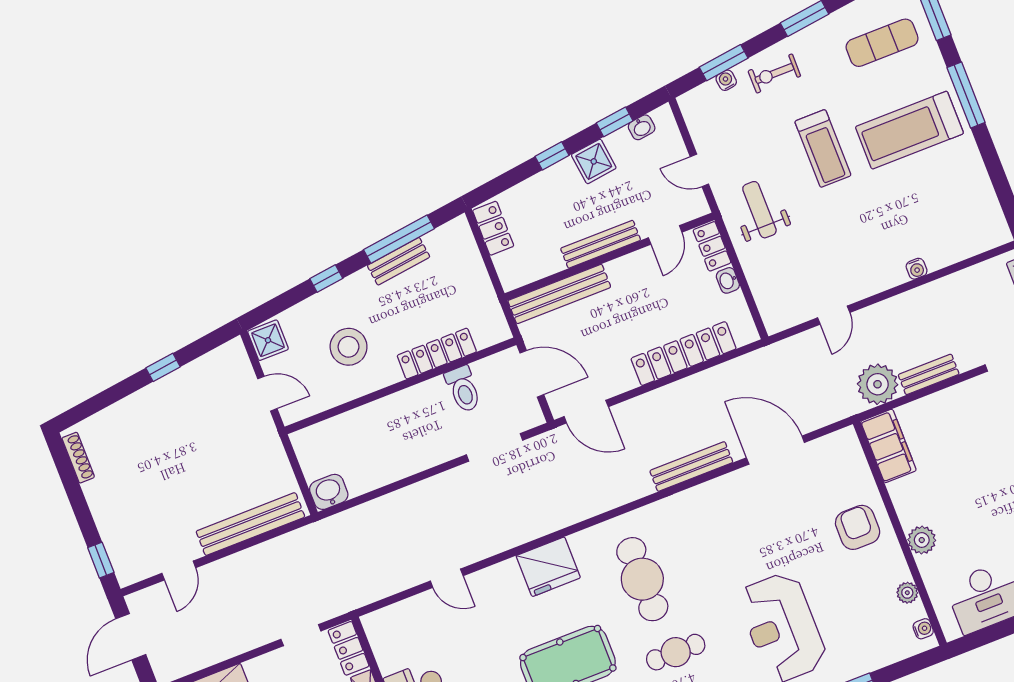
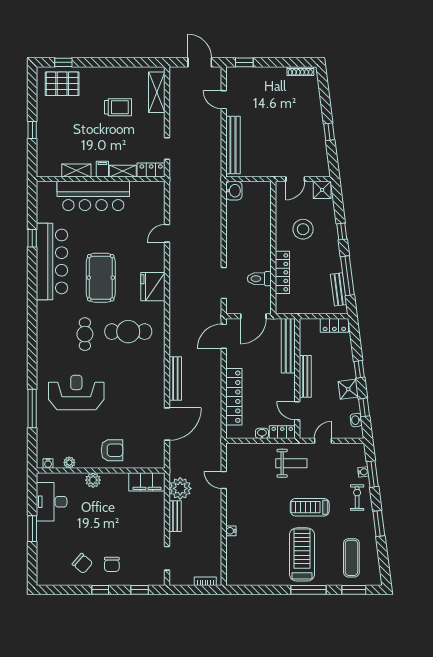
bench: (399, 261) -> (339, 289), moved

